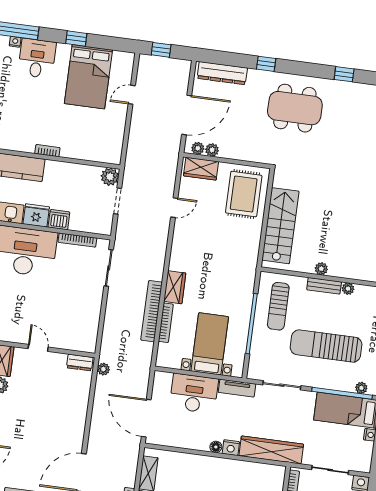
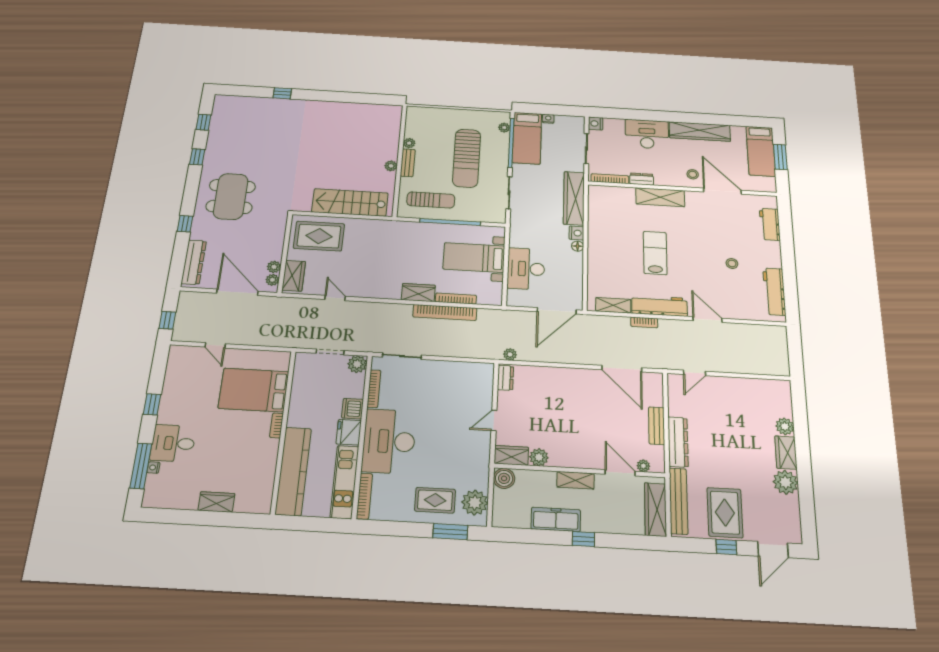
bed: (88, 77) -> (254, 390), moved, turned 180
plant: (110, 177) -> (357, 364), moved
tv unit: (237, 388) -> (516, 231), removed

